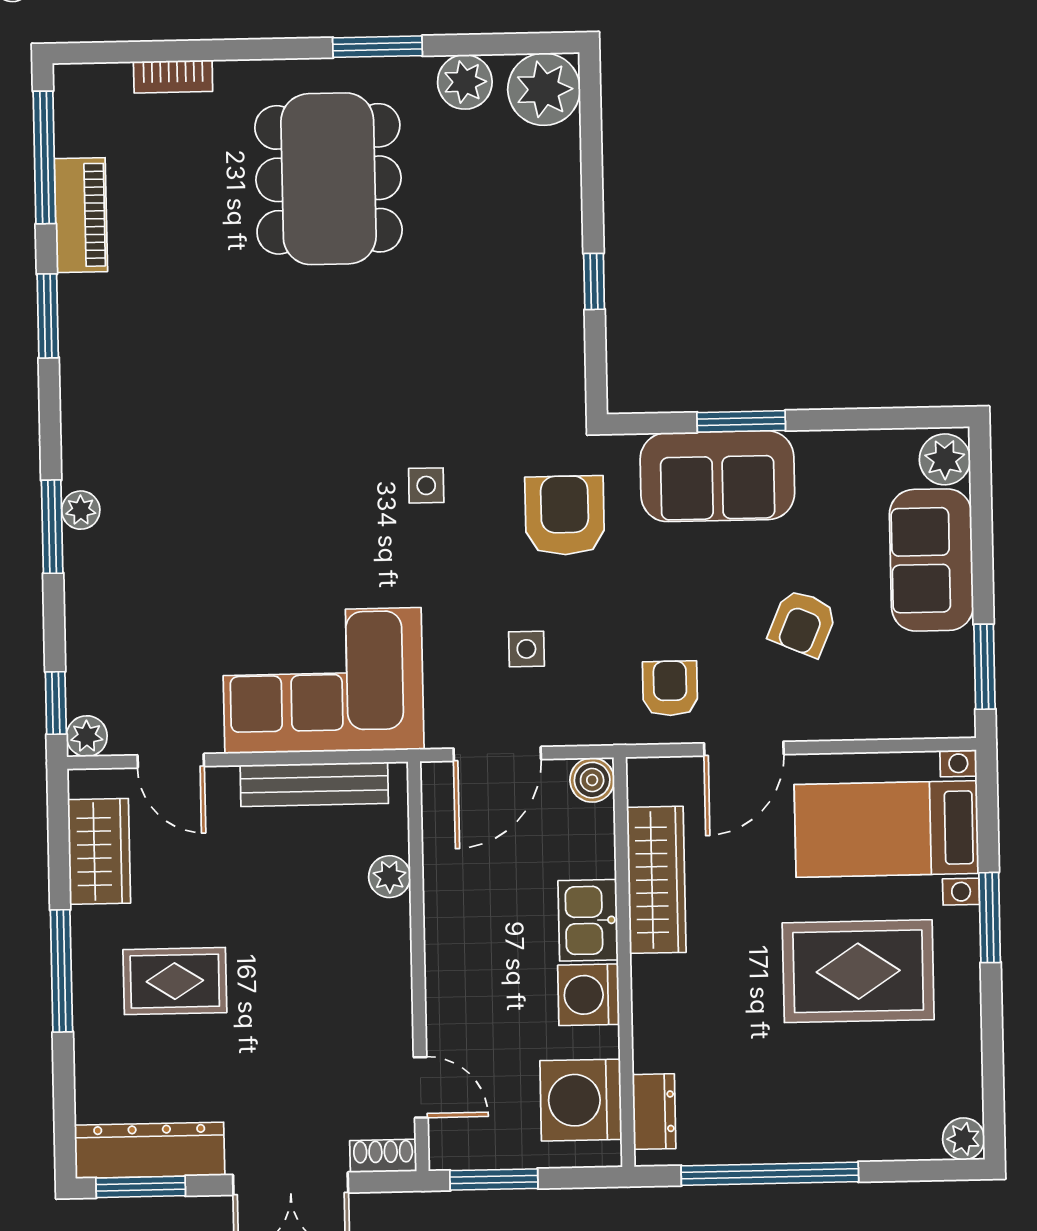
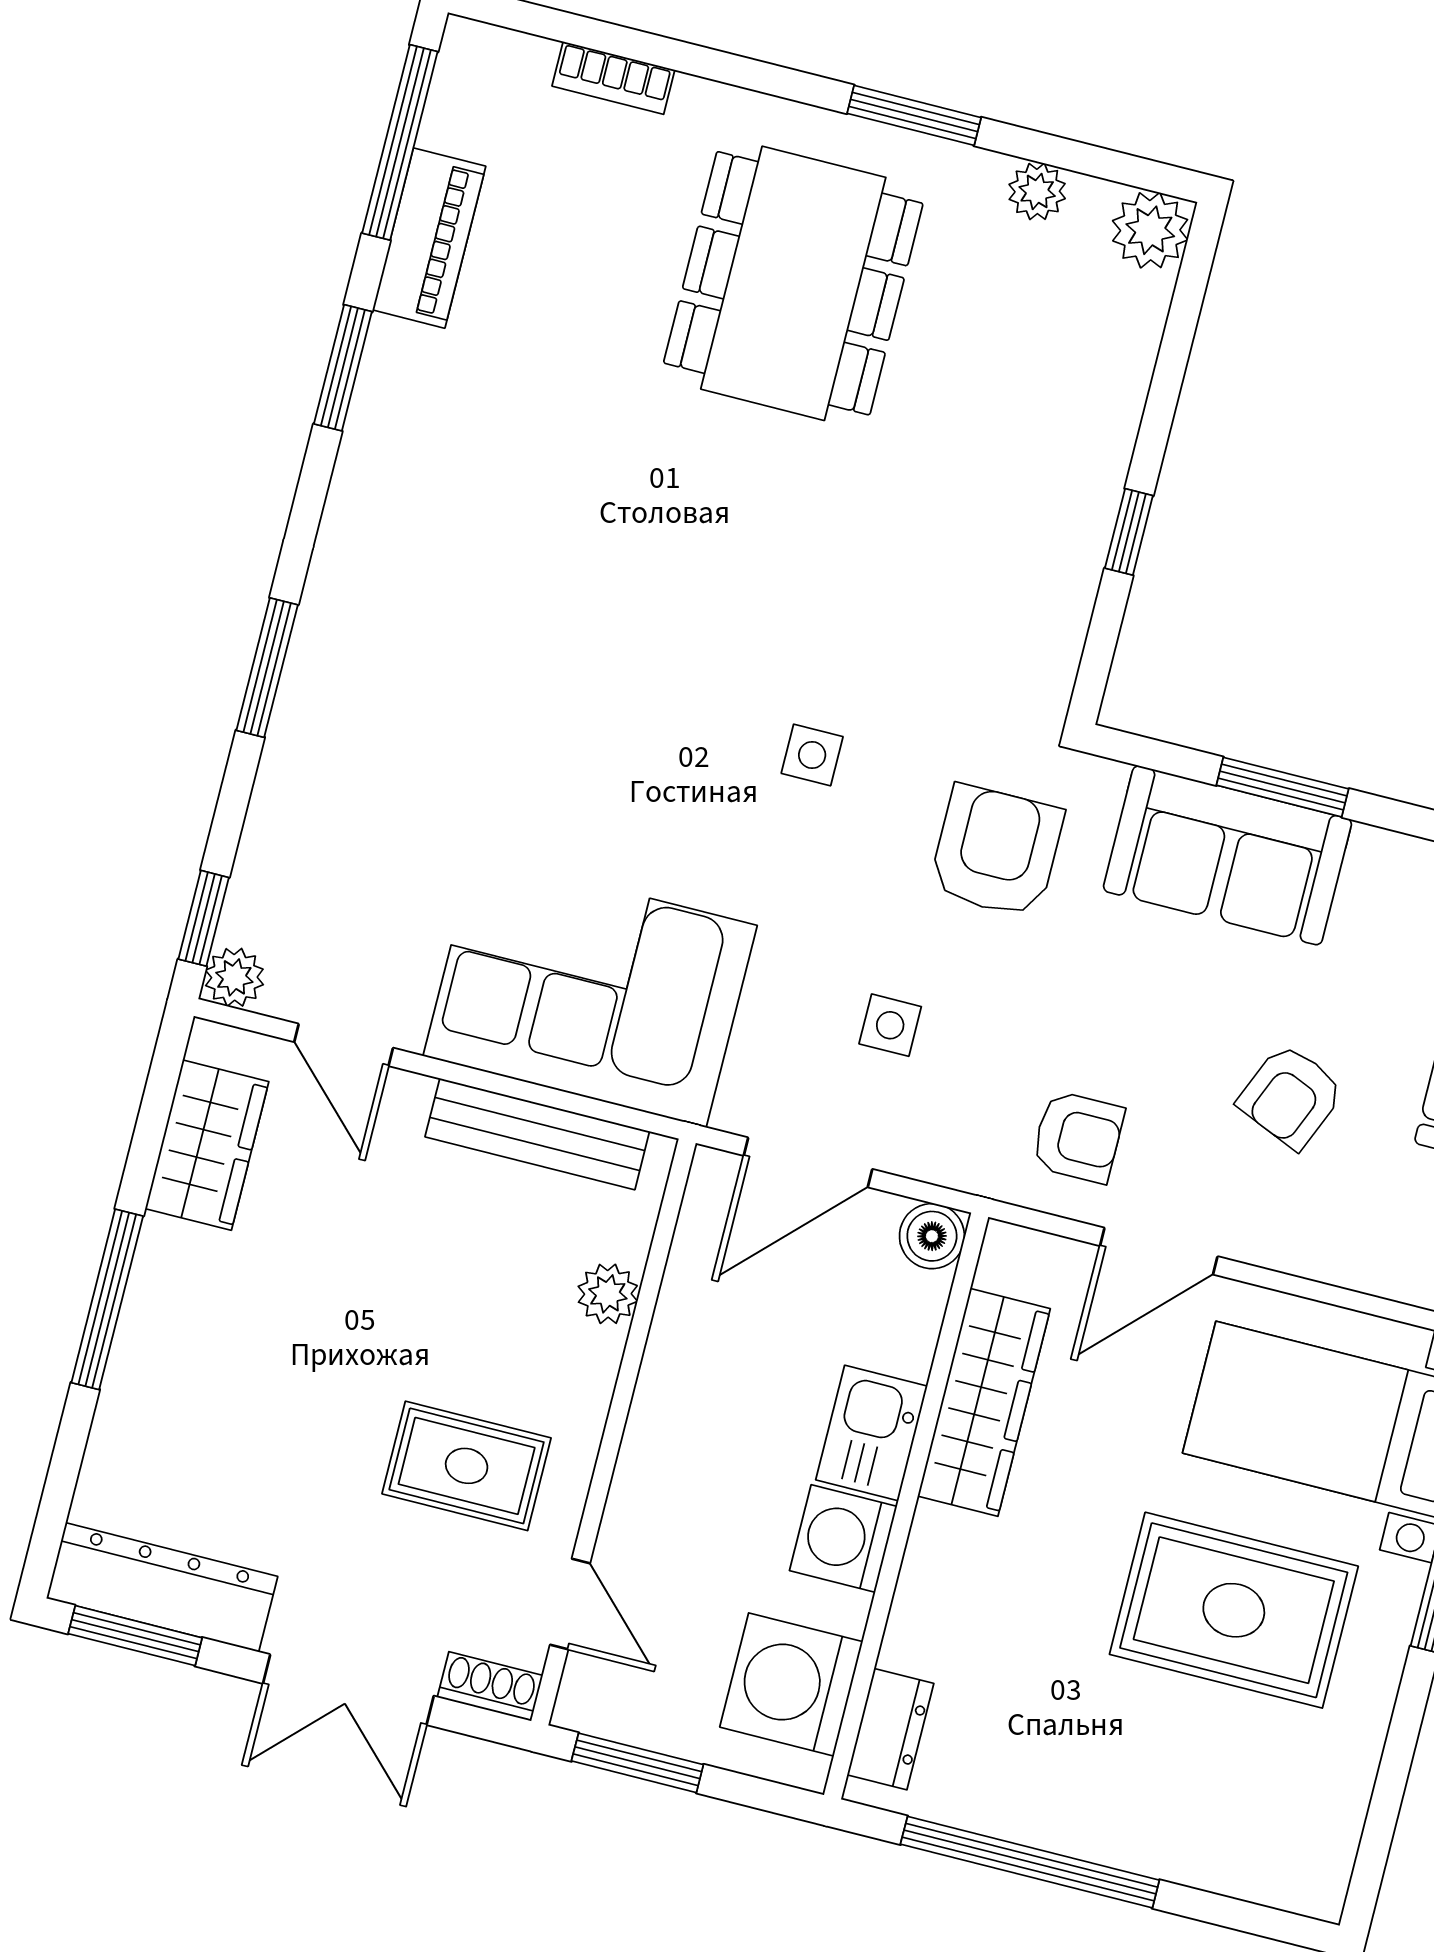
plant: (465, 82) -> (1037, 191), width x0.73, depth x0.73
plant: (544, 89) -> (1150, 230), width x0.73, depth x0.73
plant: (81, 510) -> (314, 655), removed
armchair: (670, 688) -> (1078, 1137), turned 90
rug: (175, 981) -> (467, 1466), moved
plant: (964, 1139) -> (1318, 1888), removed

